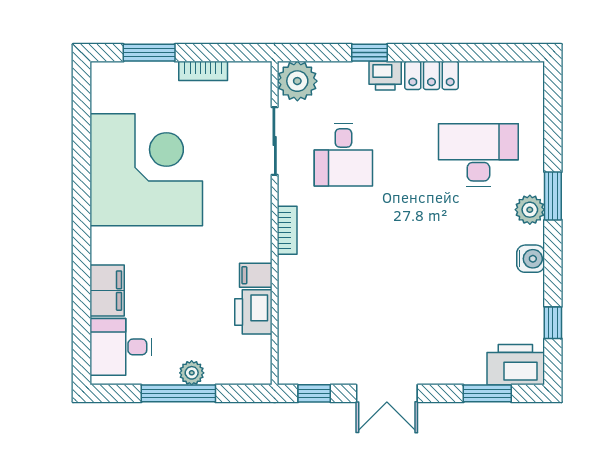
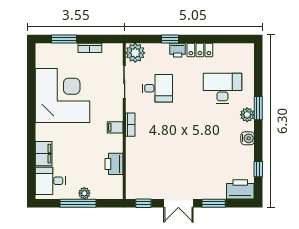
desk: (343, 155) -> (157, 88), turned -90
filing cabinet: (256, 275) -> (115, 127), moved
window: (487, 393) -> (214, 203), moved

